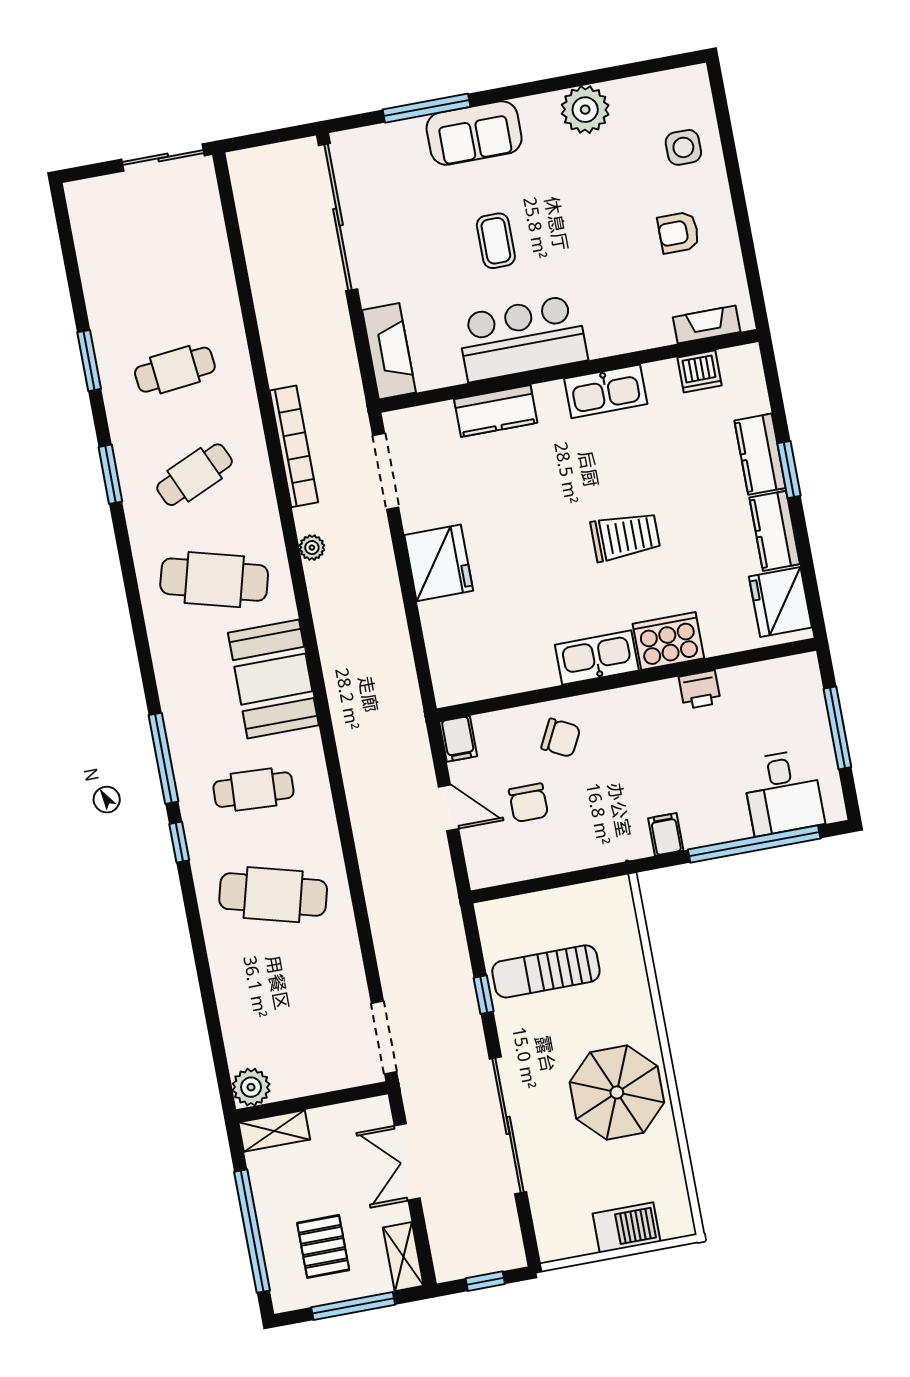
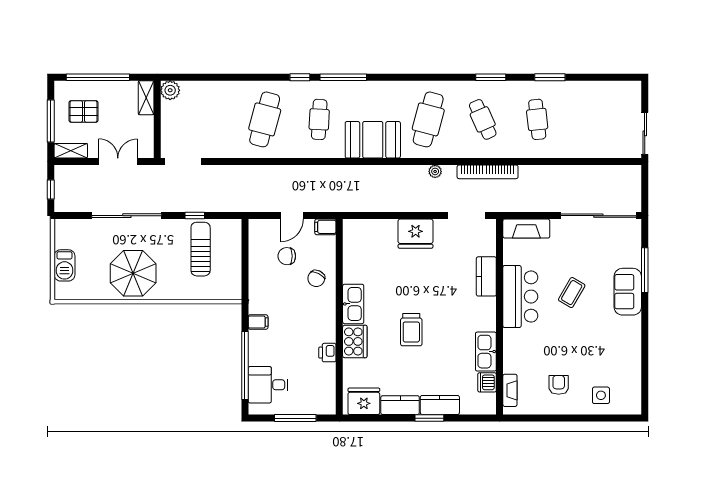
plant: (585, 110) -> (629, 350), removed
coffee table: (496, 241) -> (572, 293), turned -60
kitchen sink: (606, 391) -> (486, 352), moved

